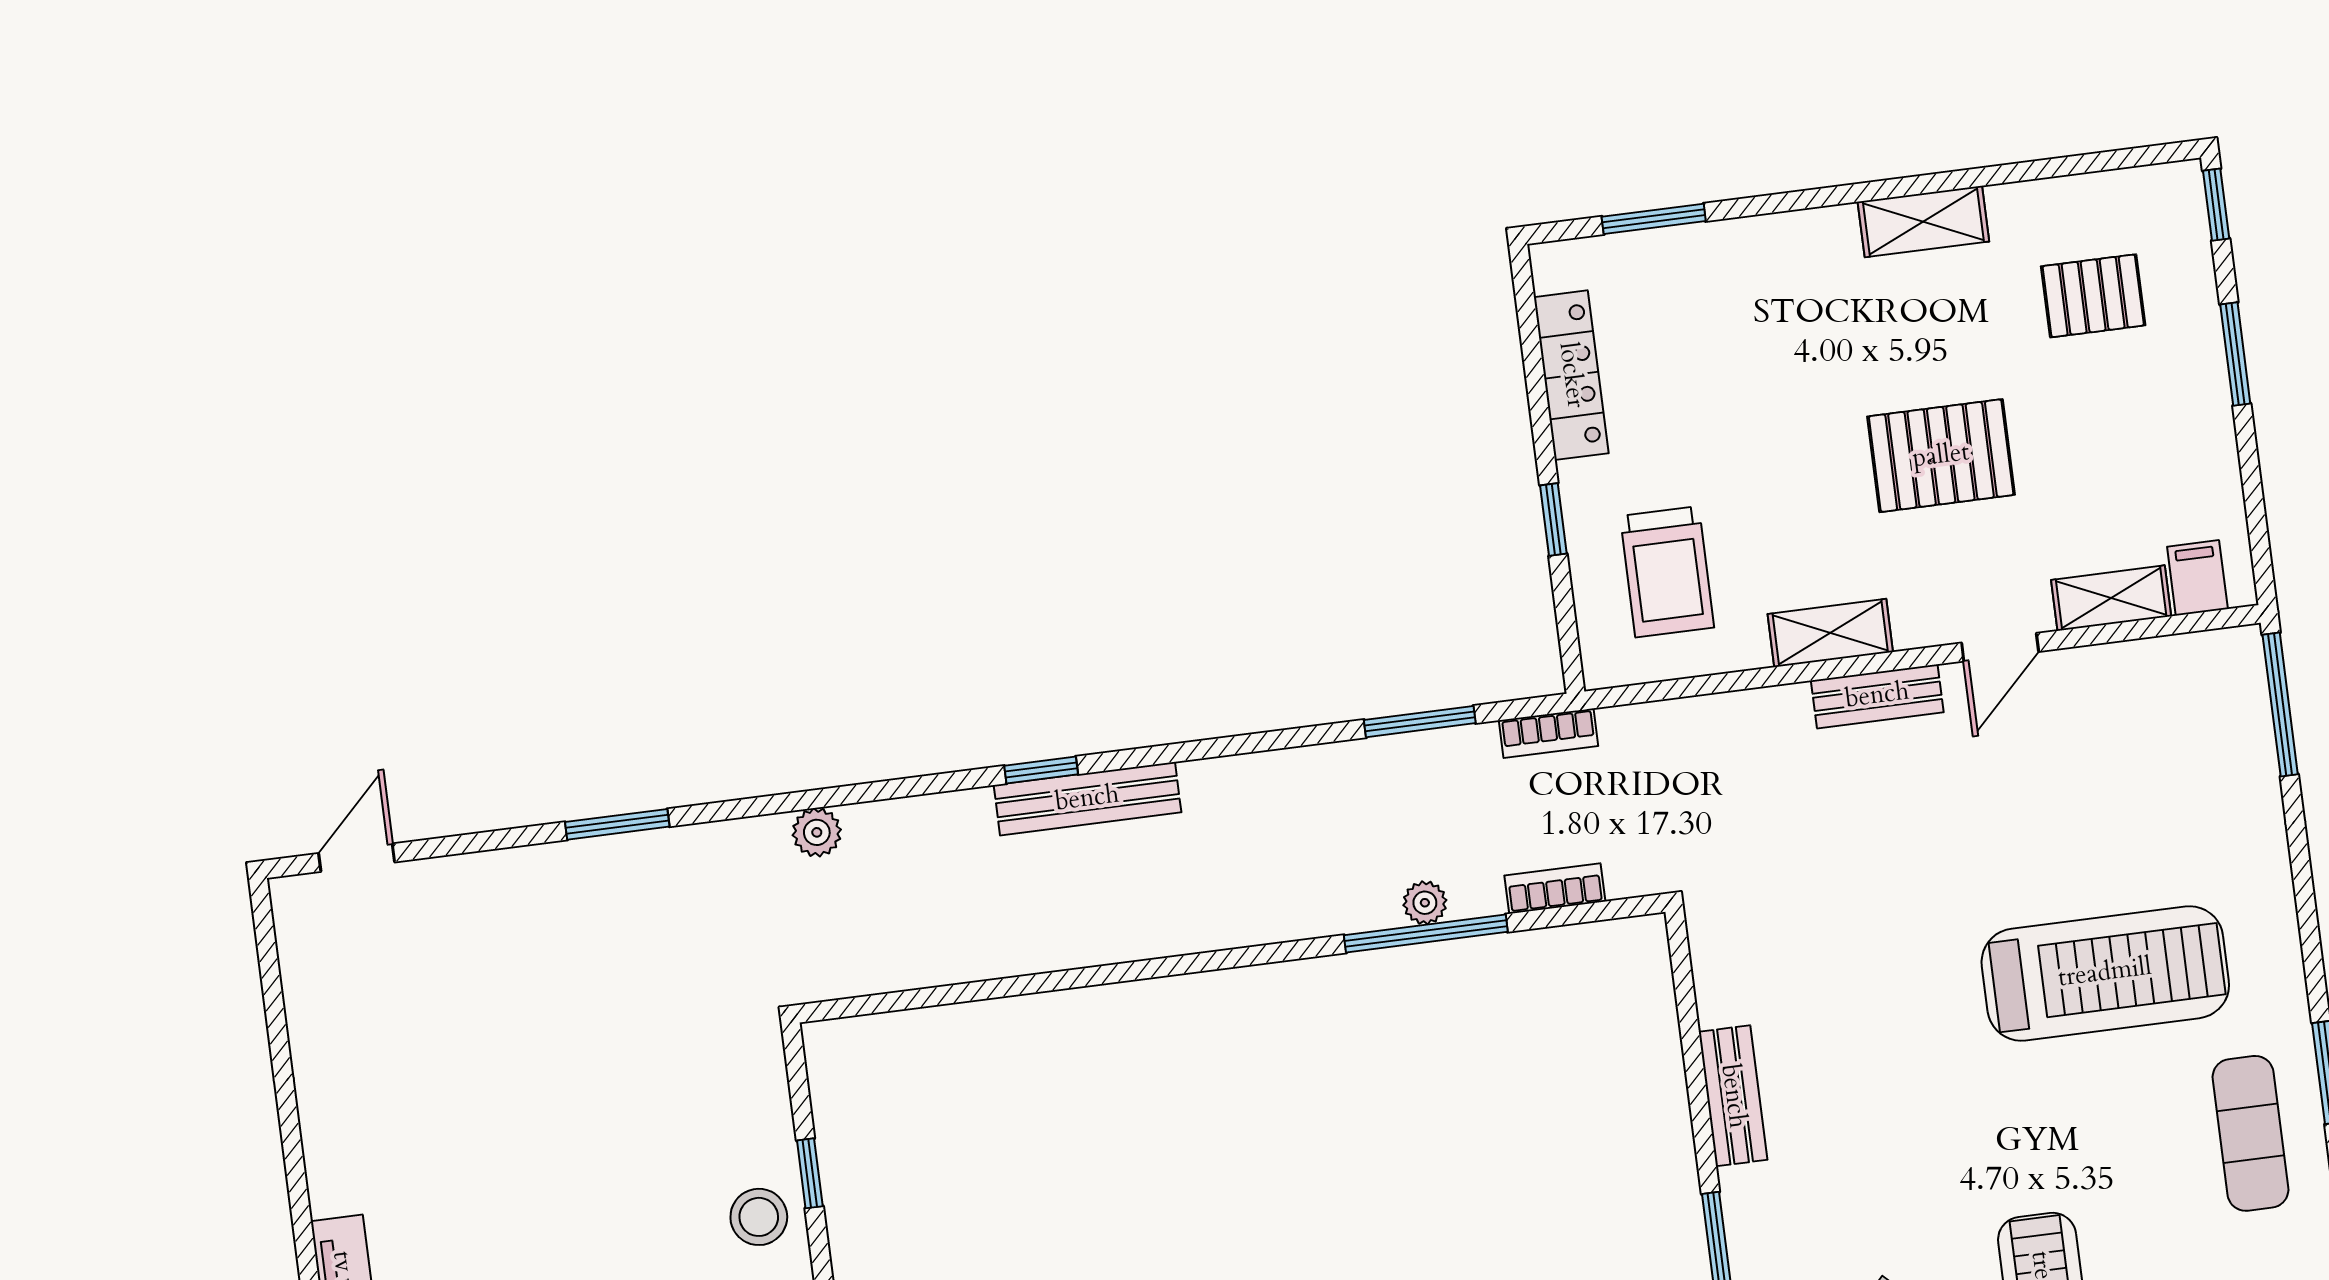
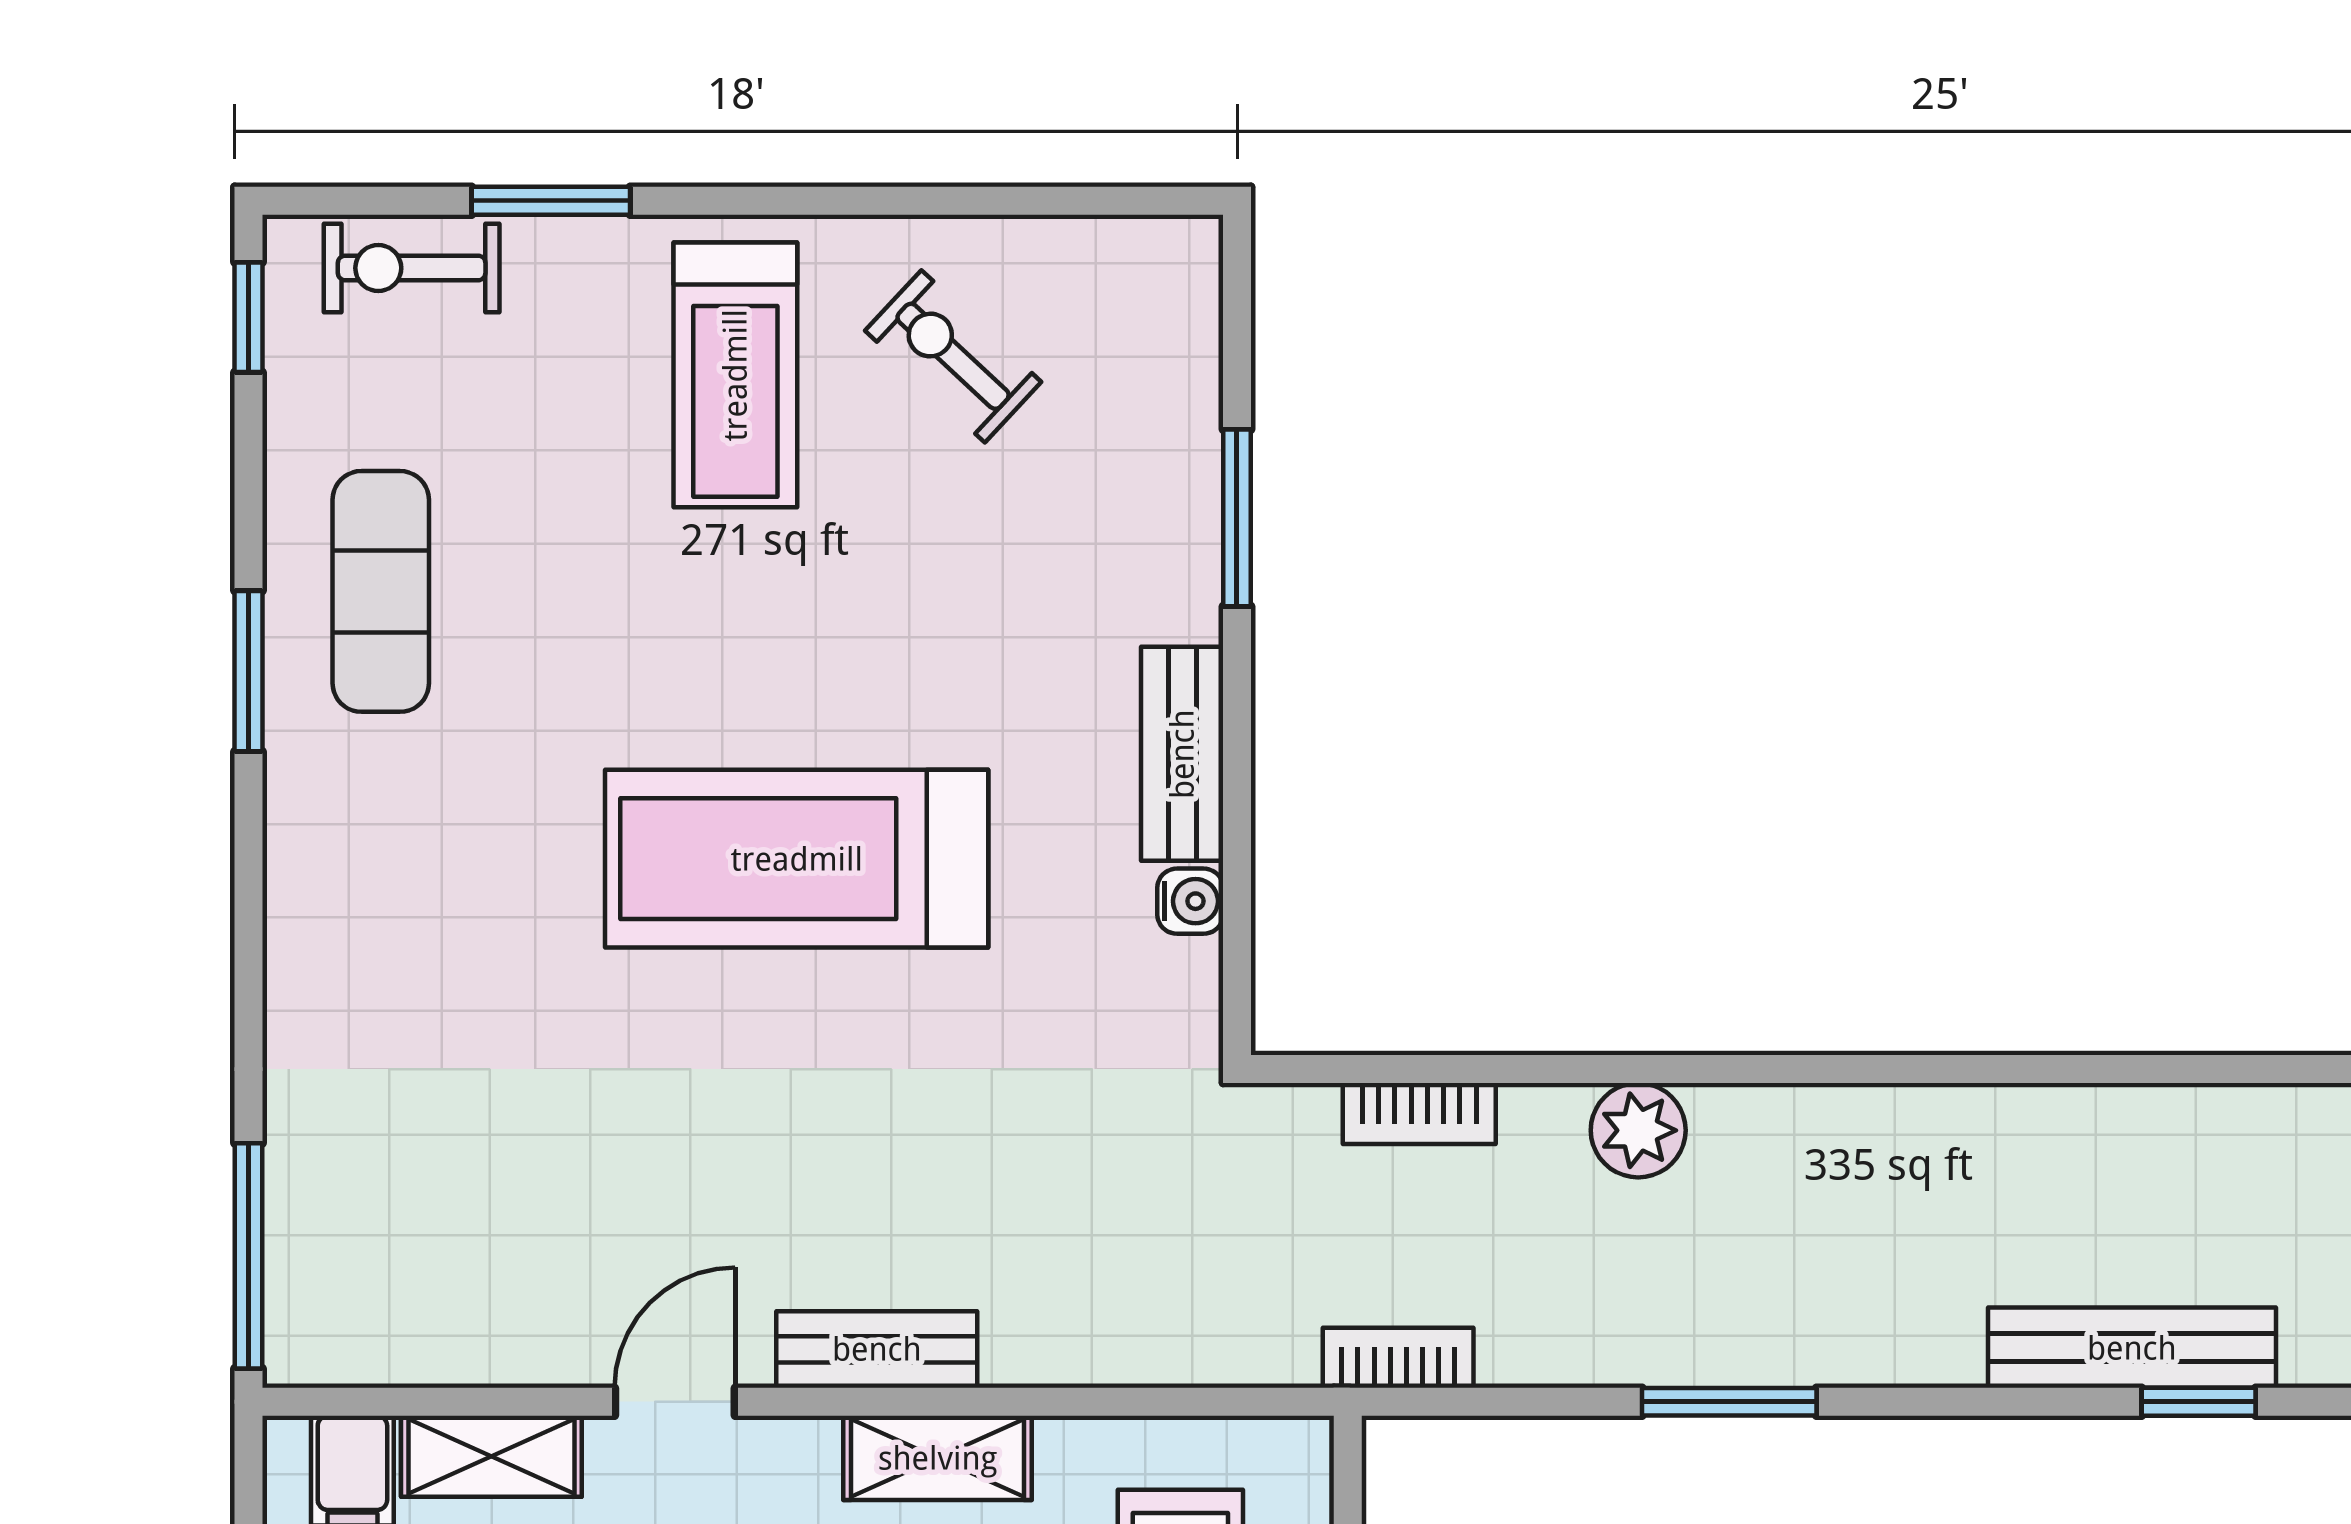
window: (1420, 722) -> (1729, 1402), moved
plant: (1425, 903) -> (1638, 1130), width x1.38, depth x1.38
window: (1426, 933) -> (1630, 1069), removed
treadmill: (2105, 973) -> (797, 859), moved
water cooler: (1716, 1004) -> (1190, 901), added

